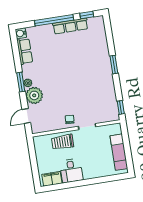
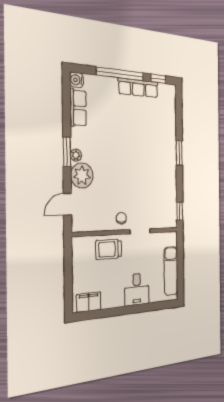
desk: (71, 171) -> (137, 289), moved

